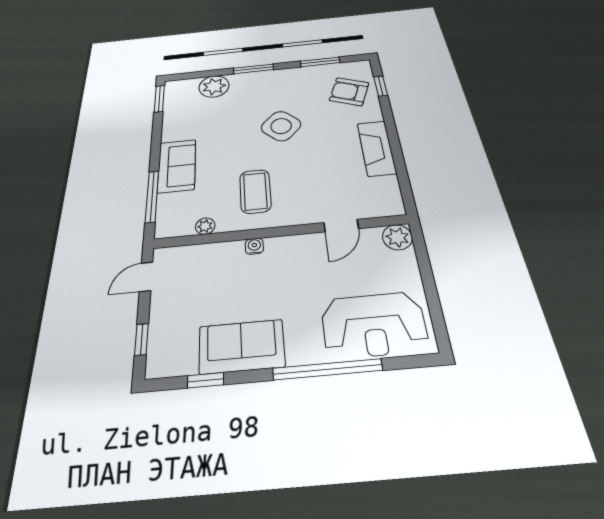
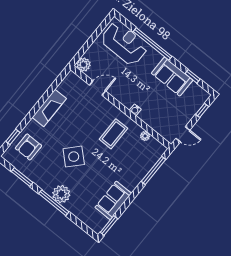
window: (253, 69) -> (54, 203), width x1.44
plant: (214, 86) -> (61, 194), moved
armchair: (349, 92) -> (28, 147), turned 69
sofa: (177, 166) -> (113, 200), moved

